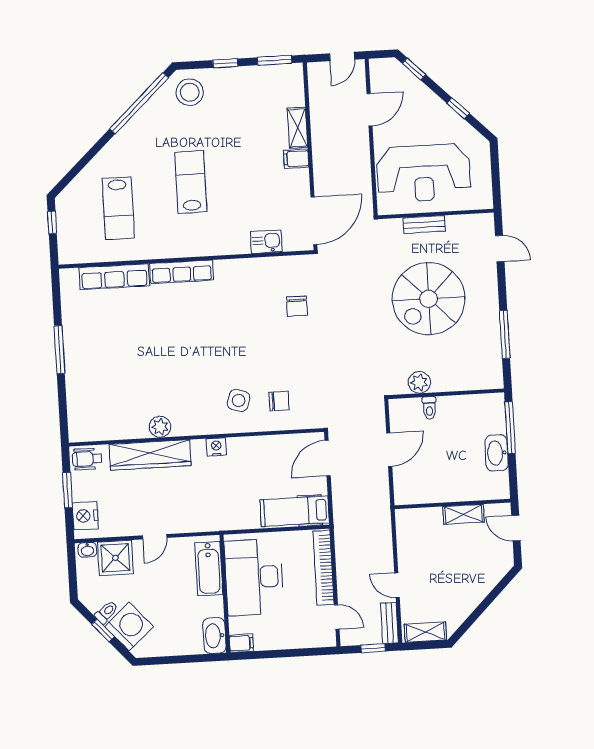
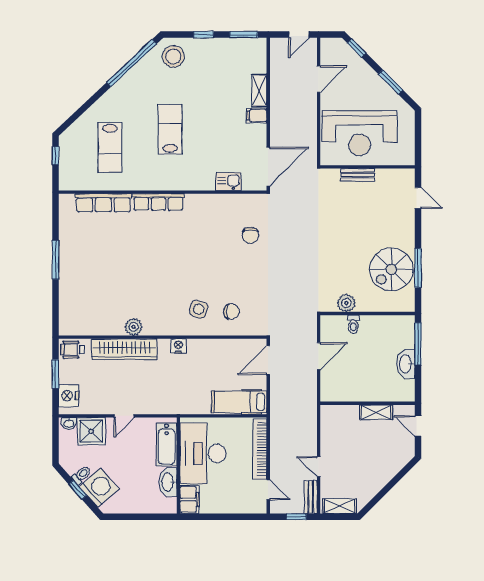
window: (458, 108) -> (391, 82), width x1.50
spiral stairs: (429, 299) -> (391, 269), moved, width x0.73, depth x0.73
washbasin: (214, 636) -> (168, 482), moved
filing cabinet: (241, 643) -> (189, 499), width x2.00

